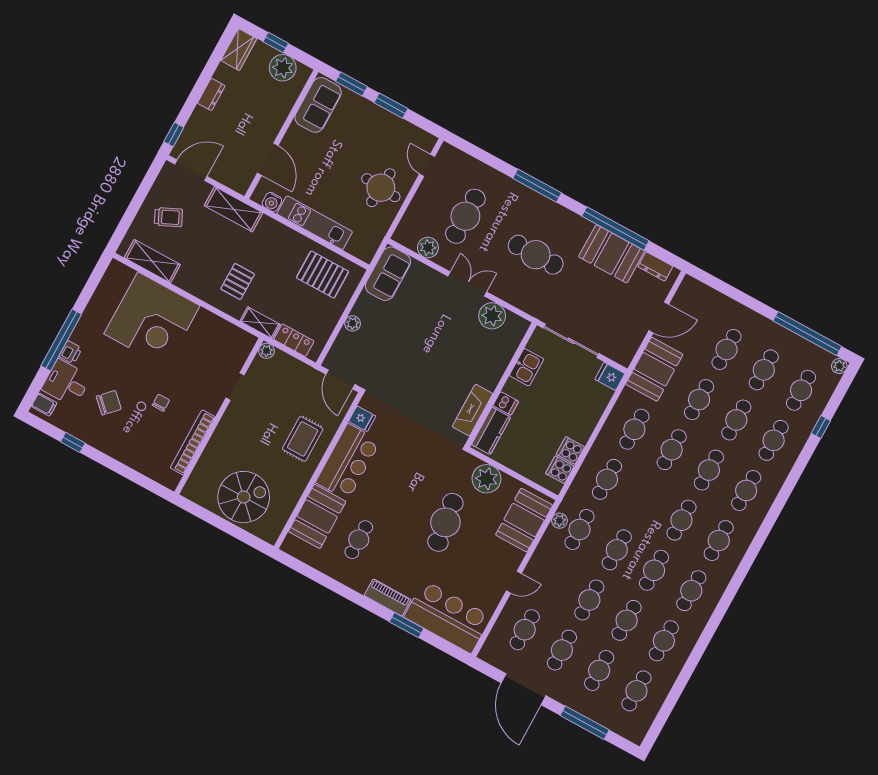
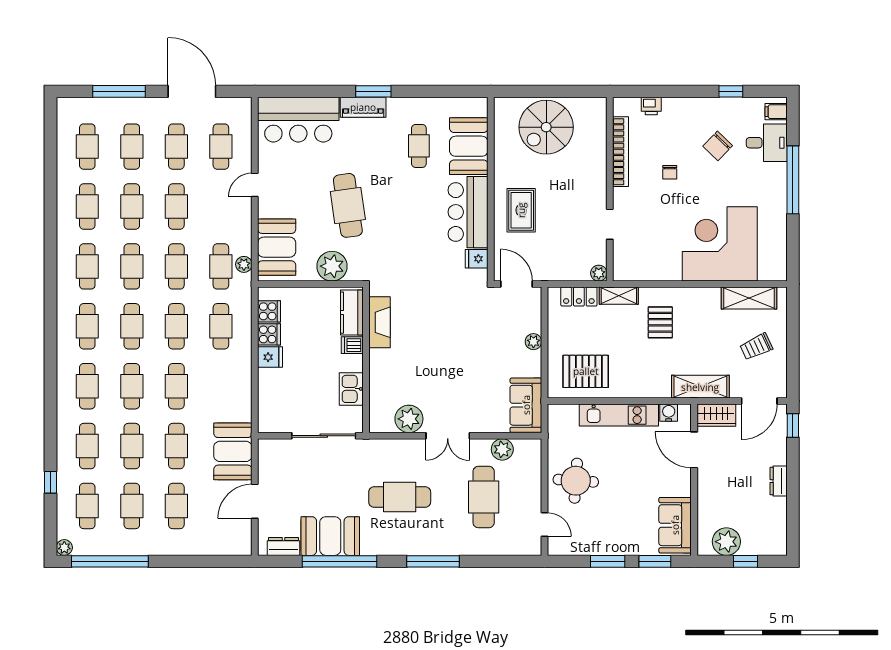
wardrobe: (239, 49) -> (716, 415), moved, turned -90
printer: (71, 352) -> (651, 106), moved, turned -90
fridge: (610, 376) -> (270, 357), moved
cafe table: (634, 429) -> (176, 326), moved
window: (407, 625) -> (373, 91), moved

